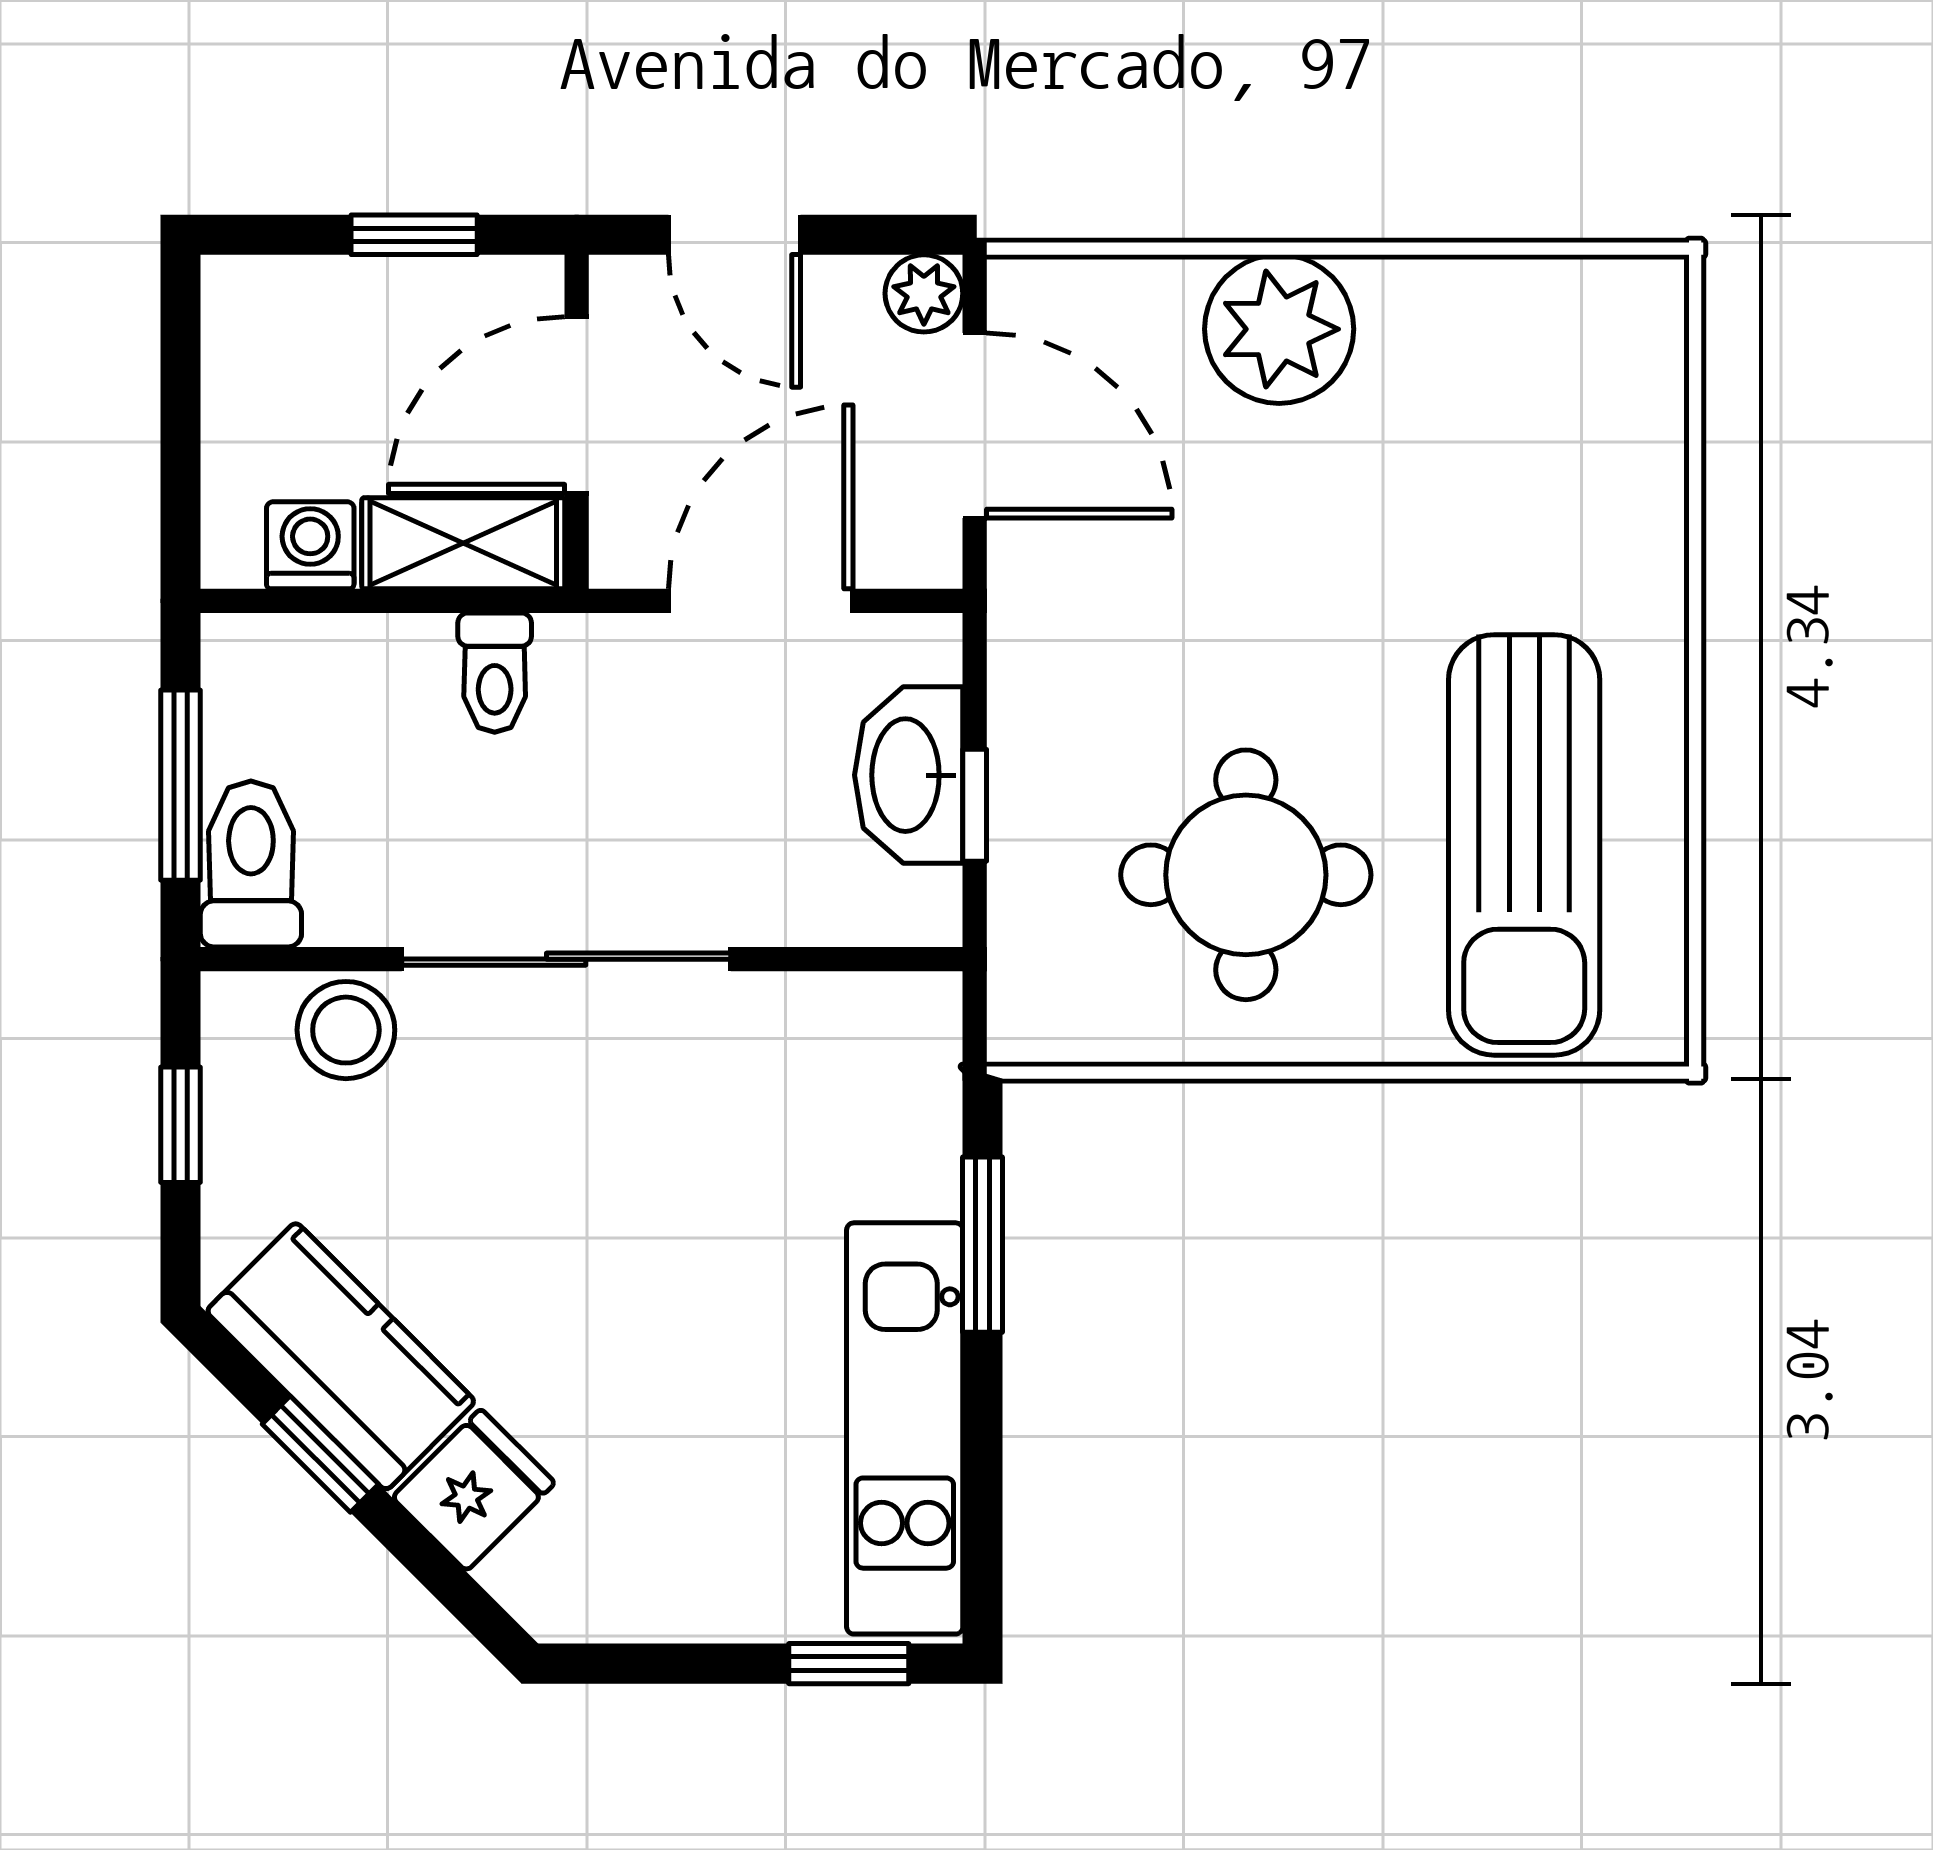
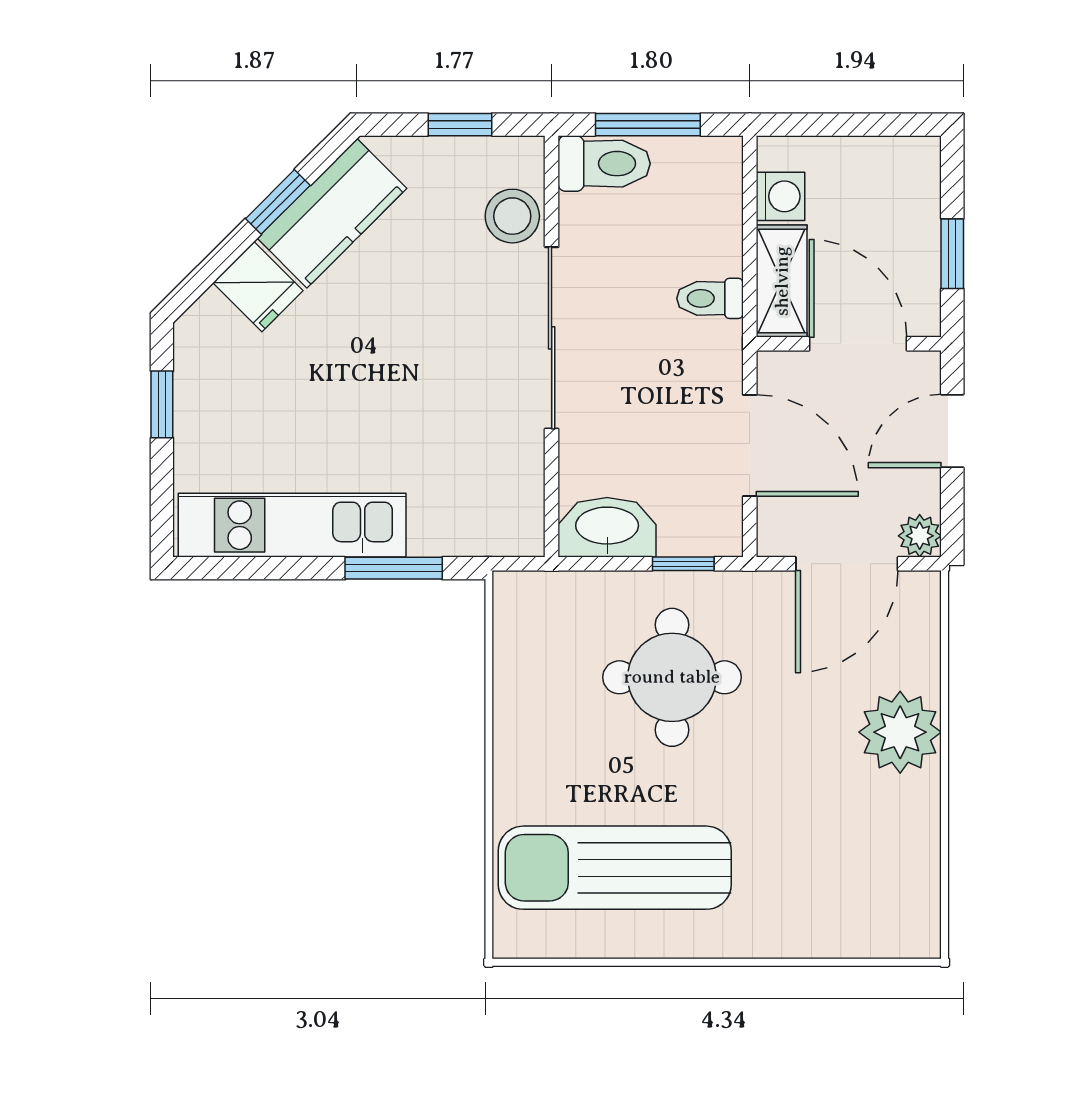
washbasin: (909, 775) -> (607, 527), moved
window: (975, 805) -> (683, 564), moved
round table: (1246, 875) -> (672, 677), moved
window: (849, 1664) -> (162, 404), moved

